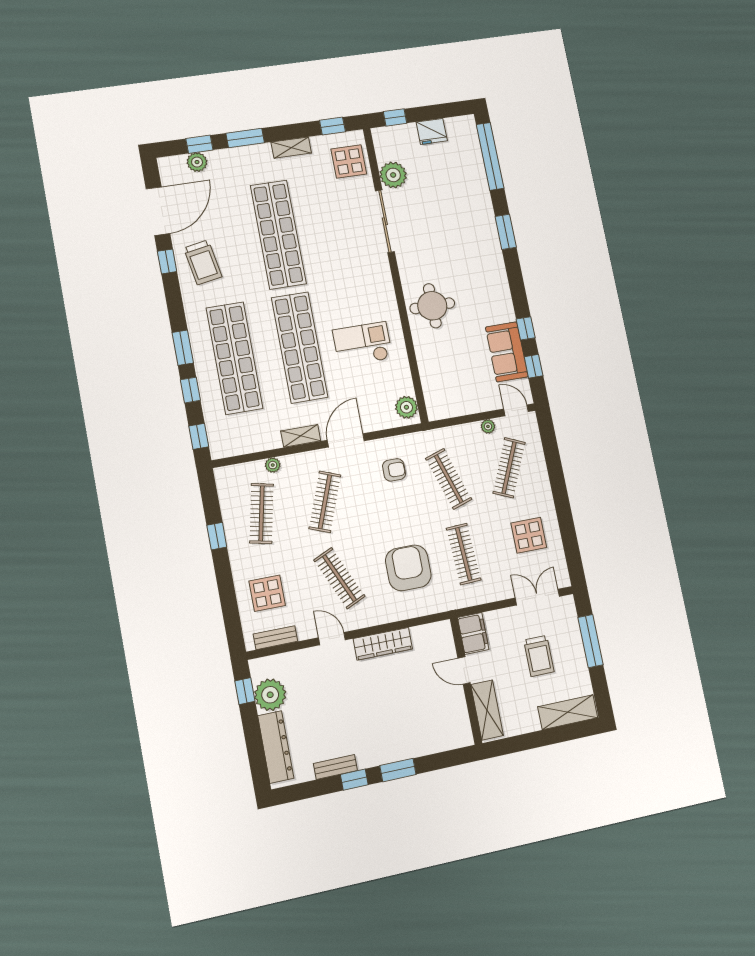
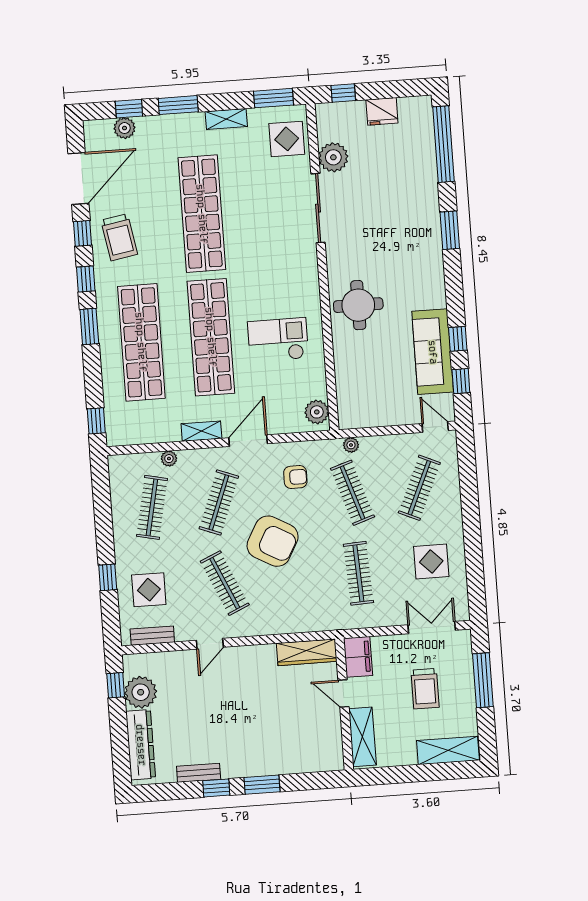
window: (332, 126) -> (274, 98), width x1.50
sofa: (507, 352) -> (433, 352), width x1.36
window: (190, 390) -> (86, 279), moved
plant: (488, 426) -> (351, 445), moved
window: (217, 536) -> (108, 577), moved
armchair: (408, 568) -> (273, 541), moved, turned 119
door: (332, 639) -> (210, 644), swing flipped
wardrobe: (383, 644) -> (307, 652), moved

